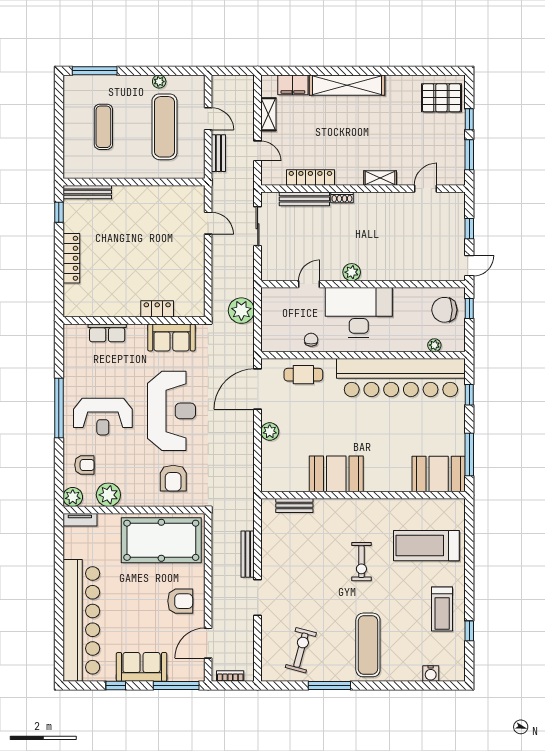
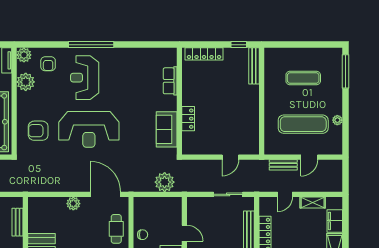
locker: (157, 309) -> (188, 119), moved
wall: (134, 320) -> (179, 101), moved
row of seats: (107, 333) -> (170, 81), moved
sofa: (171, 337) -> (167, 129), moved

